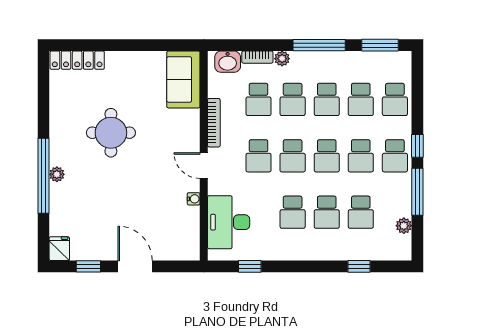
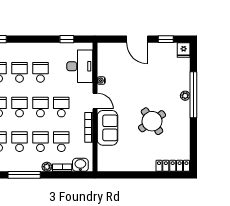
sofa: (183, 79) -> (107, 128), moved
round table: (111, 133) -> (152, 121), turned -35

